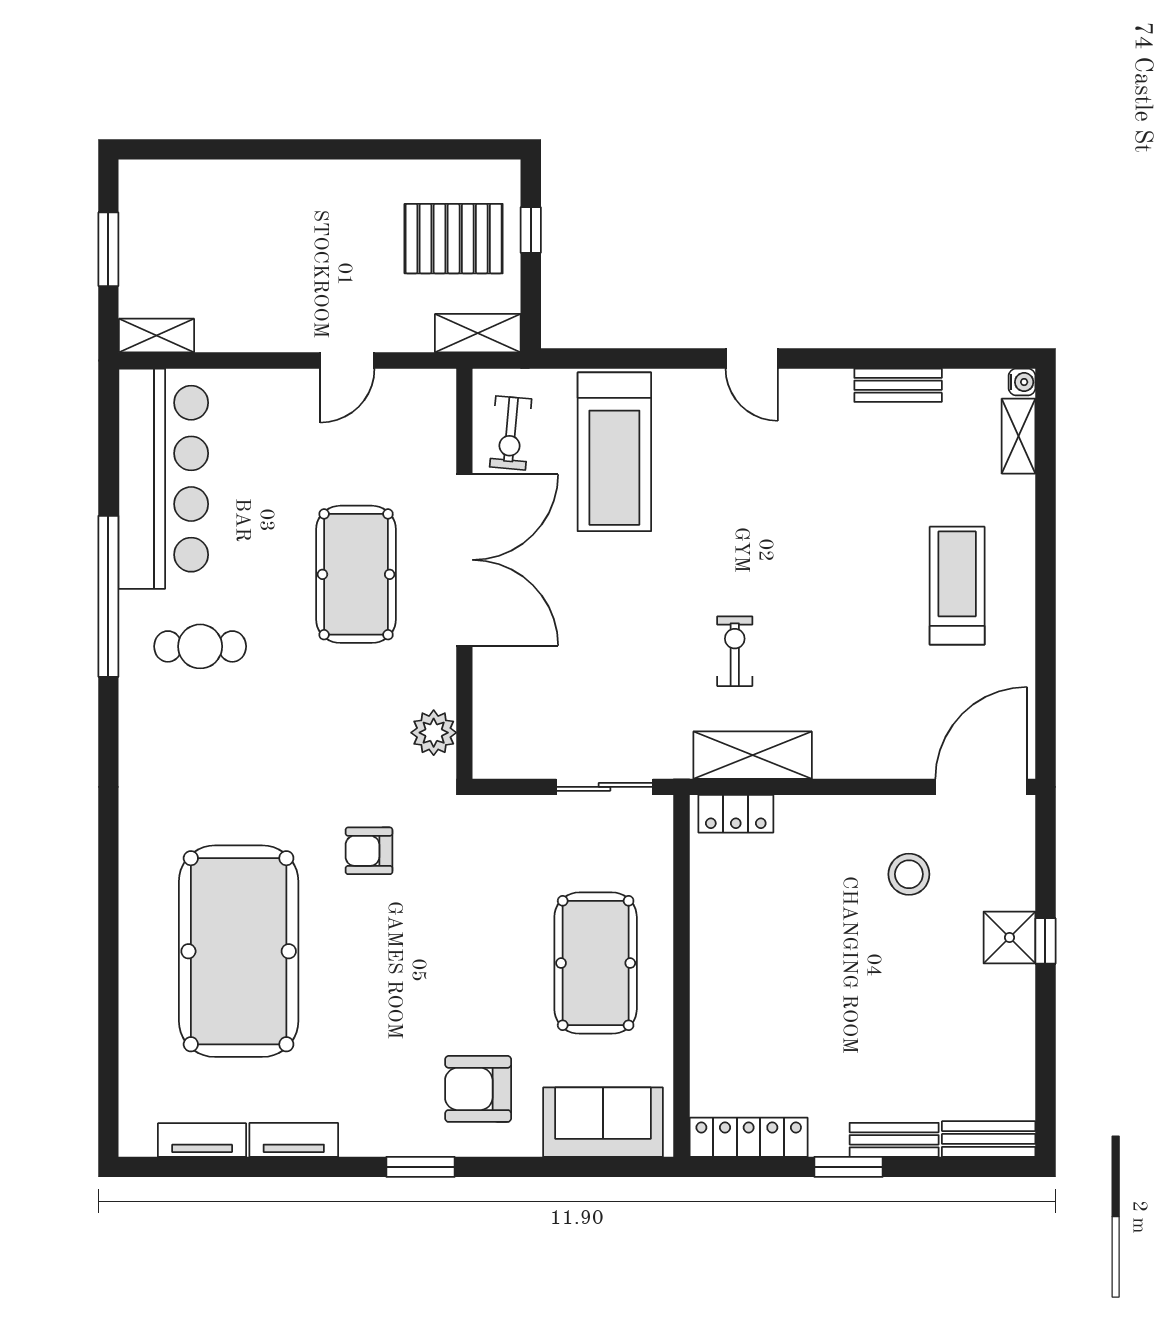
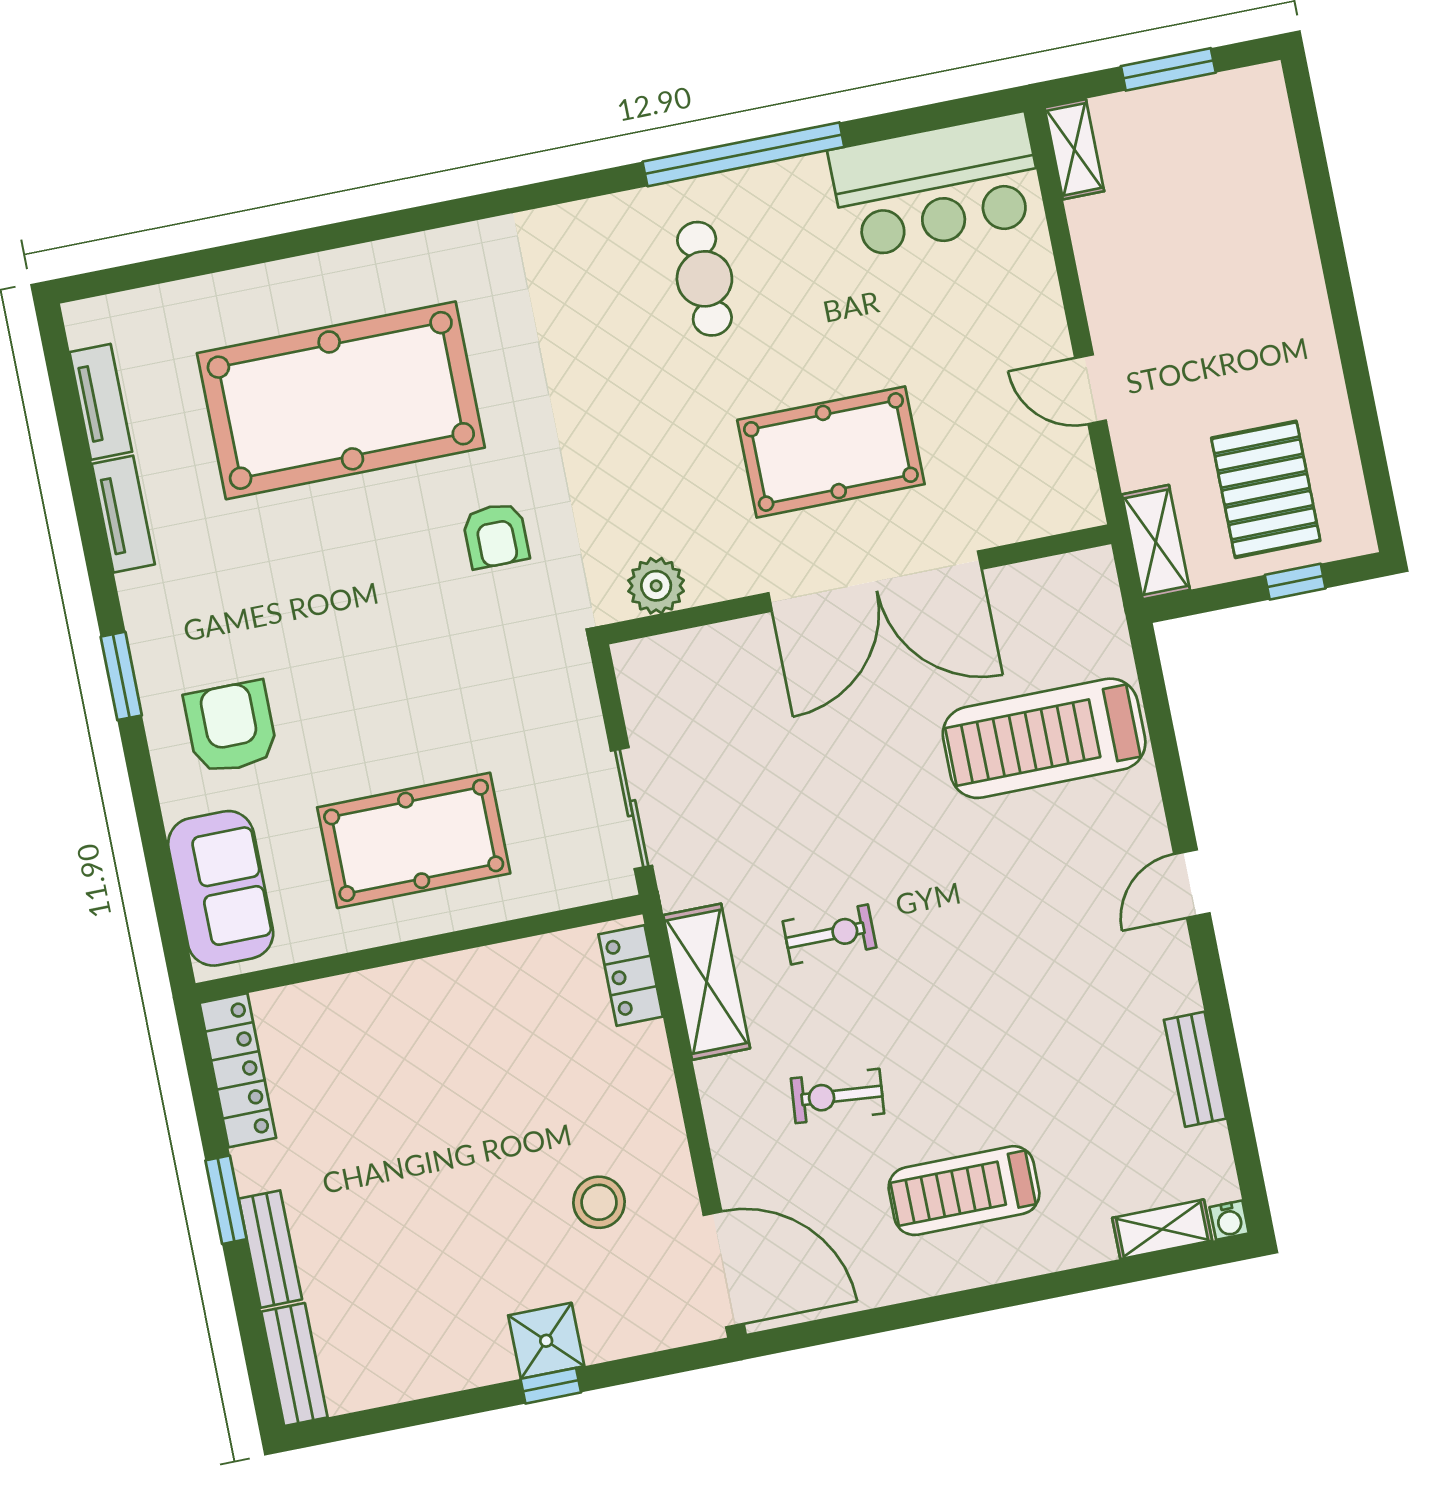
exercise bike: (511, 433) -> (837, 1096), moved
bar counter: (163, 479) -> (937, 186), width x0.73
treadmill: (957, 586) -> (964, 1191), turned 180
armchair: (369, 851) -> (496, 536), turned 180

